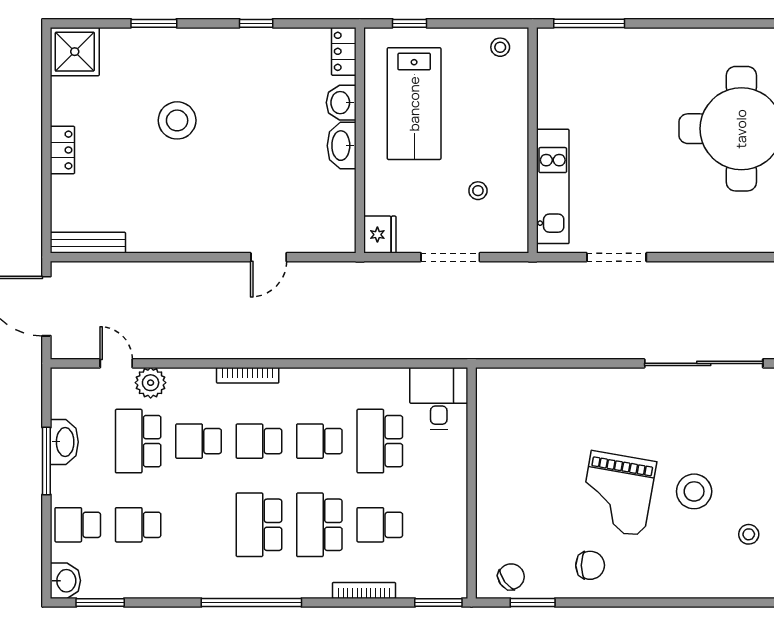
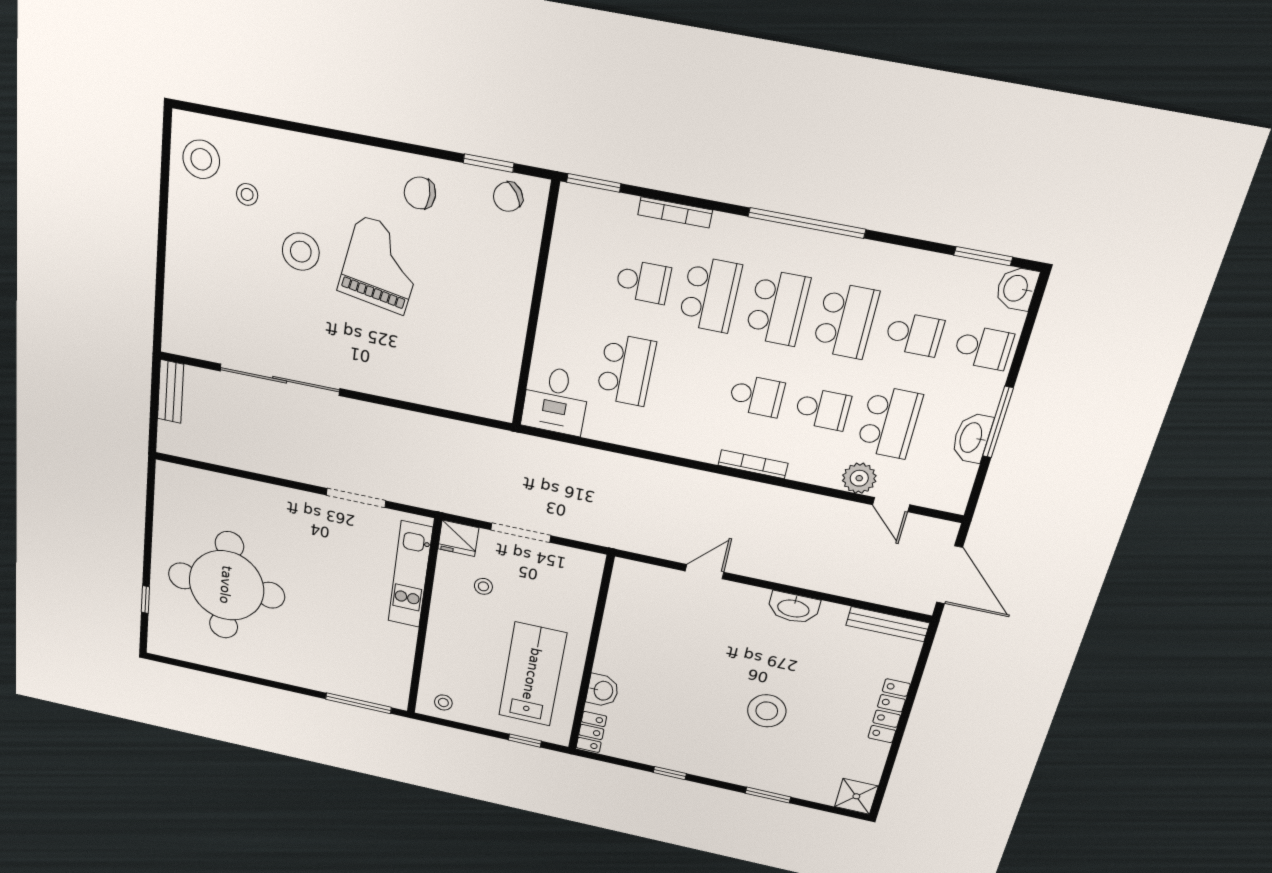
shower: (75, 52) -> (856, 796), width x0.73, depth x0.73
washbasin: (342, 146) -> (794, 608), moved, turned 90
locker: (62, 150) -> (889, 711), width x1.53
fridge: (380, 235) -> (458, 538), moved, turned -90
school desk: (319, 441) -> (845, 321), moved, width x1.85

